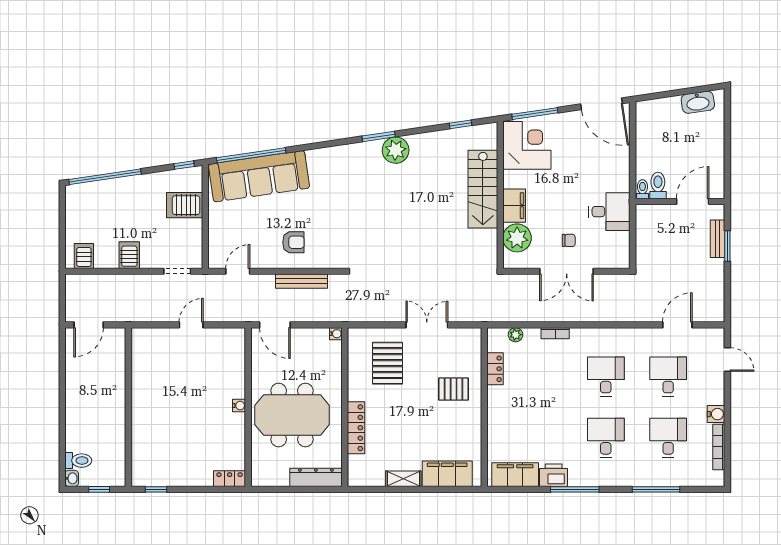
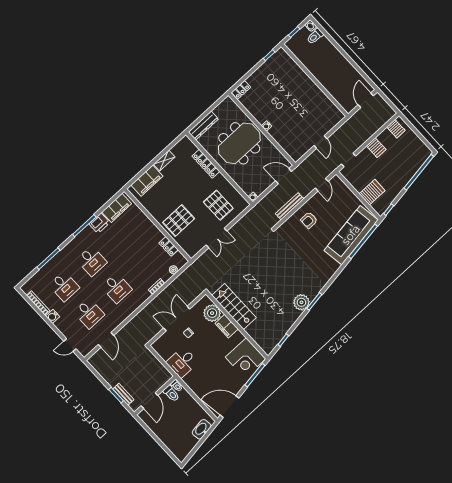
washbasin: (698, 102) -> (202, 429), moved
stairs: (483, 189) -> (234, 306), moved
pallet: (454, 389) -> (179, 221), width x1.50, depth x1.42

